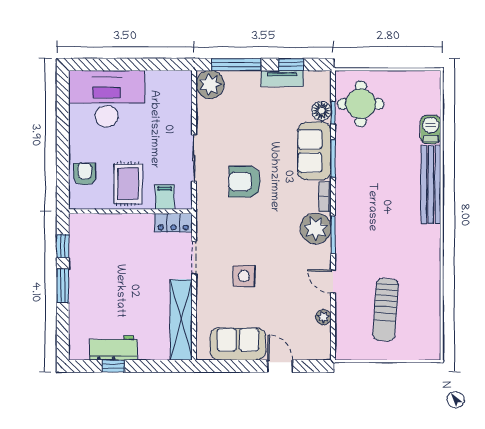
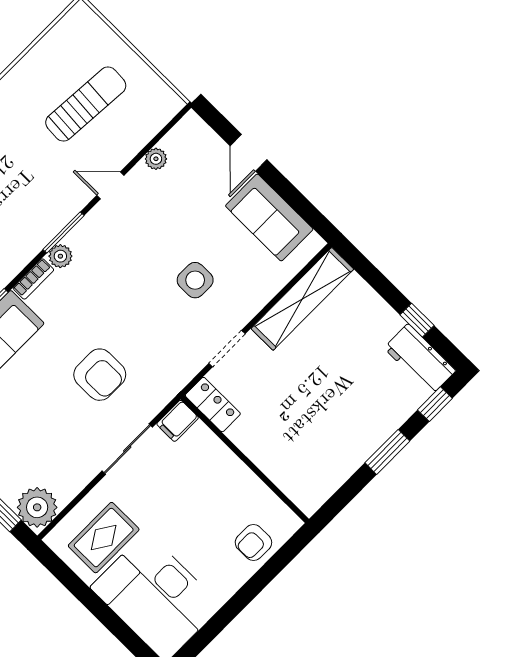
rug: (128, 184) -> (104, 538), moved
filing cabinet: (165, 197) -> (178, 421), moved
plant: (316, 228) -> (60, 256), width x0.53, depth x0.53
window: (63, 246) -> (435, 404), moved
door: (333, 281) -> (110, 185), swing flipped
workbench: (113, 348) -> (420, 359), moved

